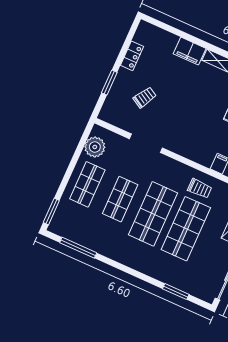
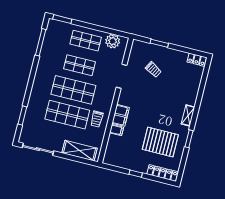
filing cabinet: (190, 51) -> (121, 115), moved, turned 180
locker: (132, 56) -> (197, 60), moved

